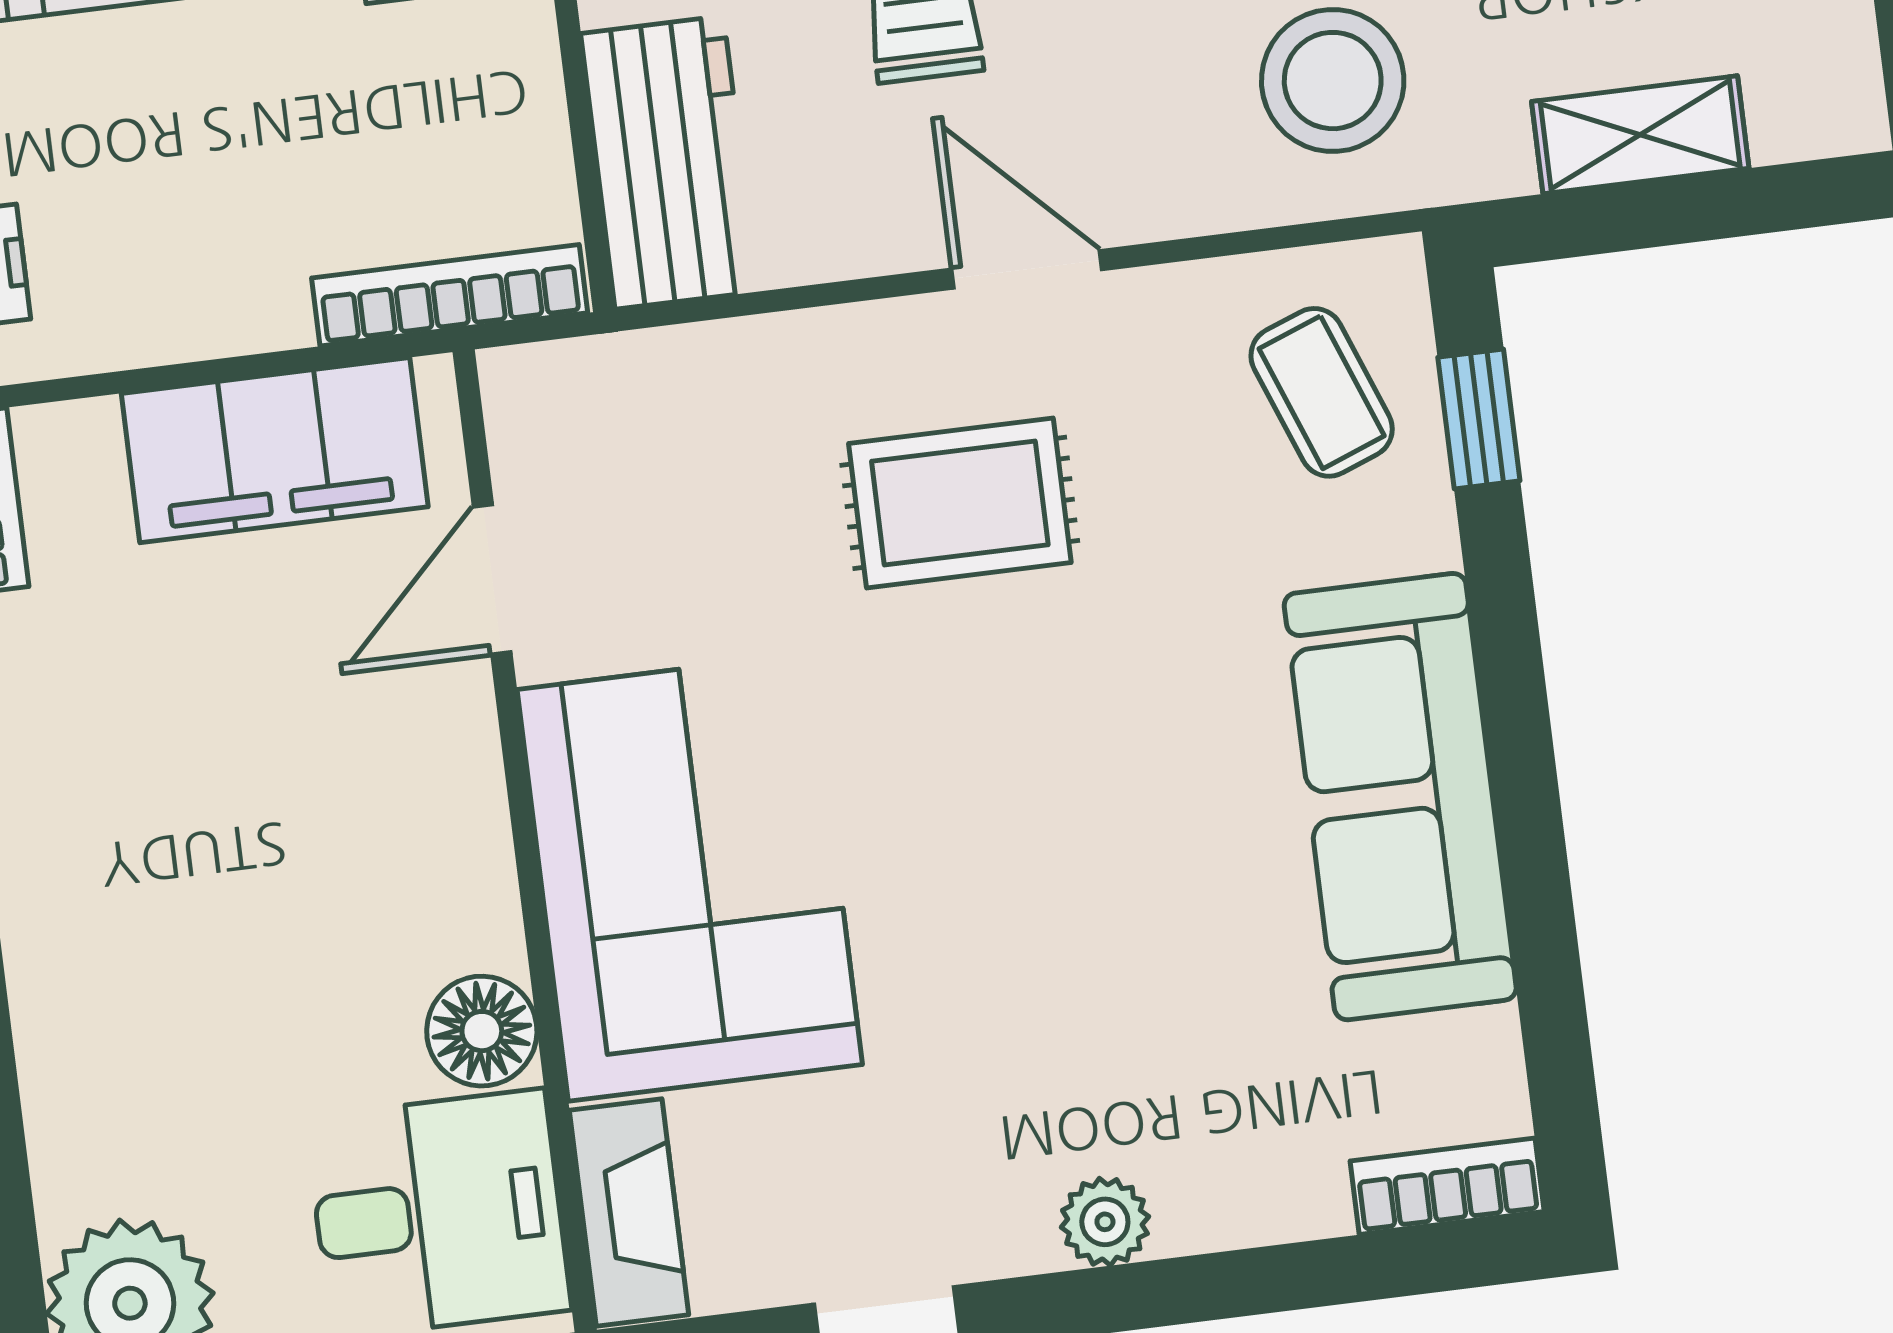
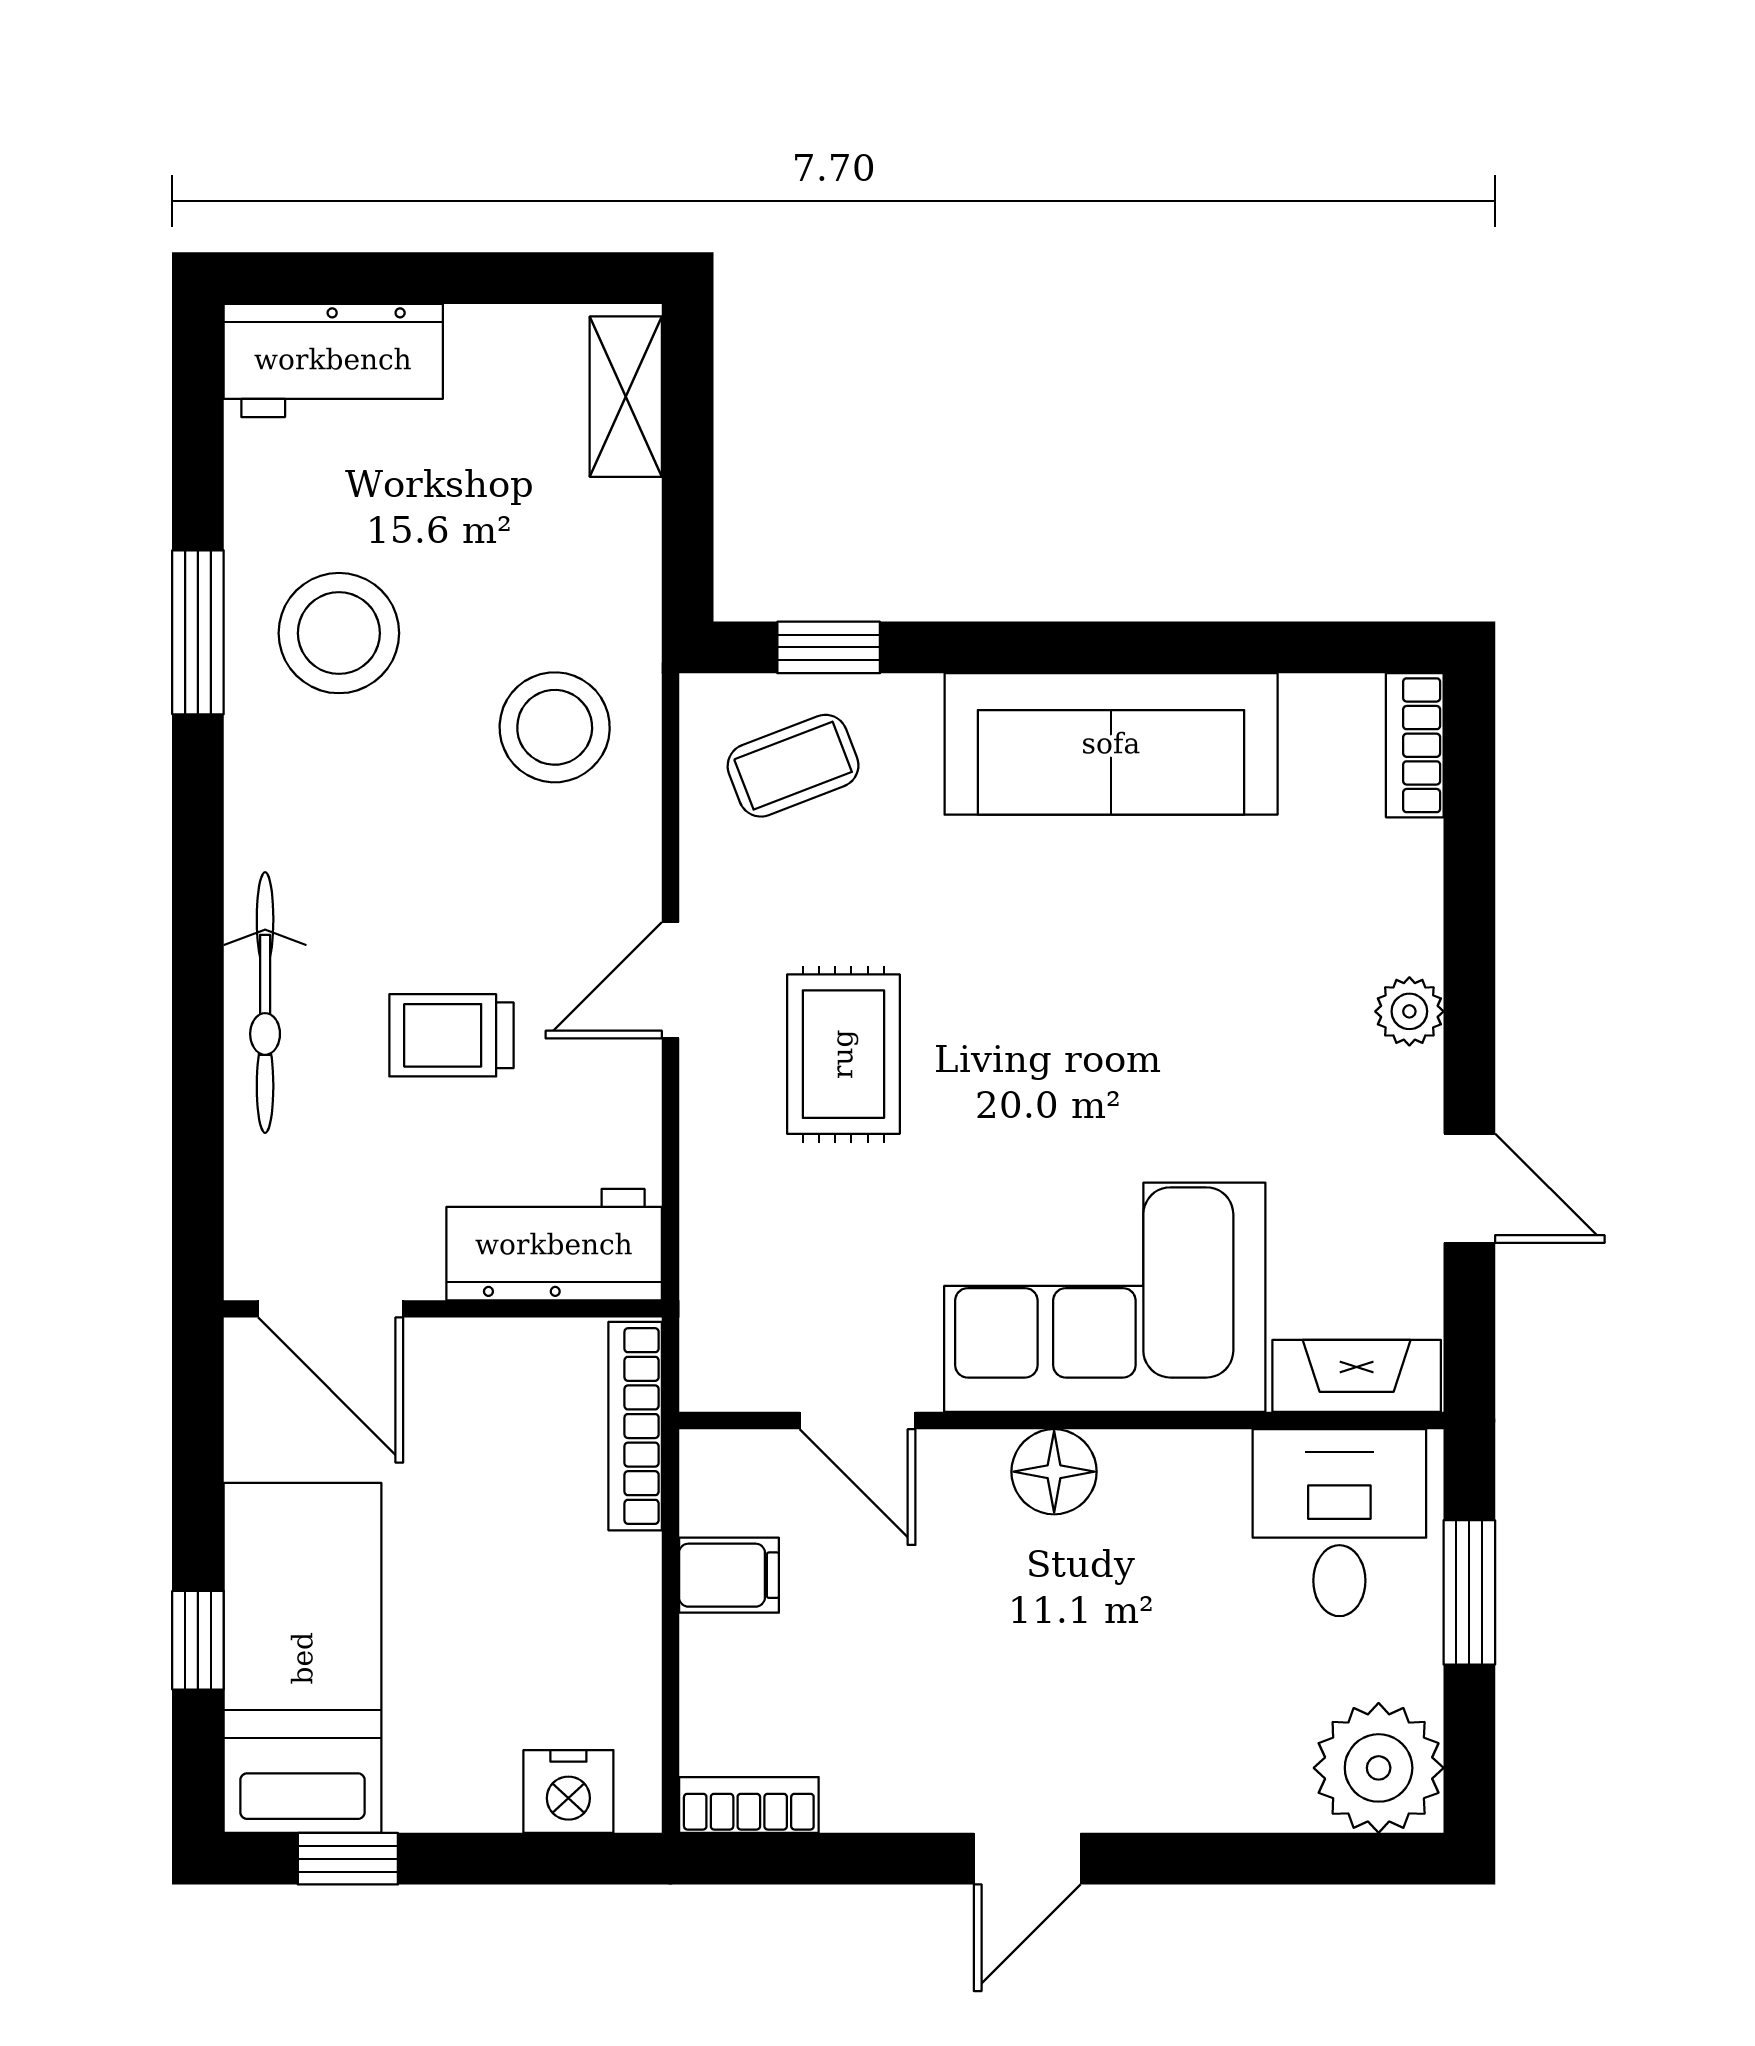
shelving: (1640, 135) -> (626, 397), moved
filing cabinet: (275, 450) -> (729, 1575), width x0.33, depth x0.86
floor lamp: (482, 1031) -> (1054, 1472), moved

